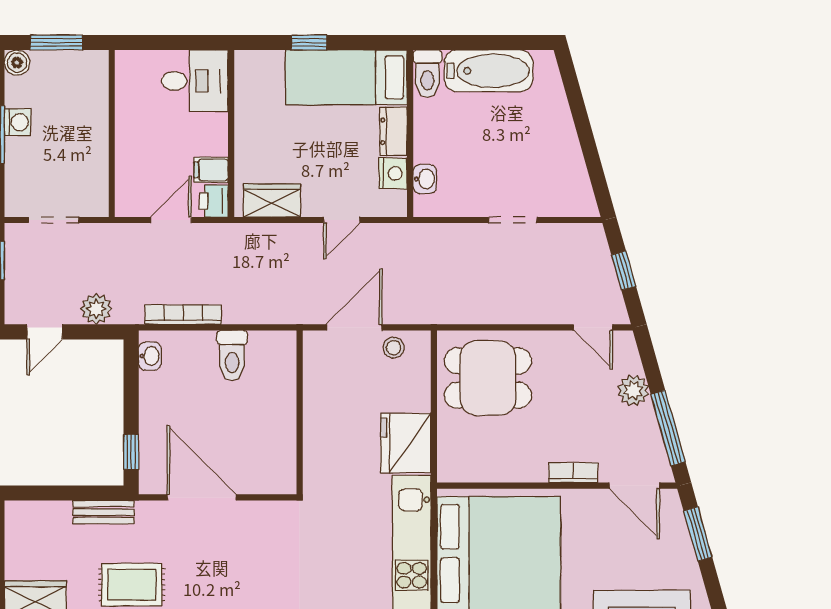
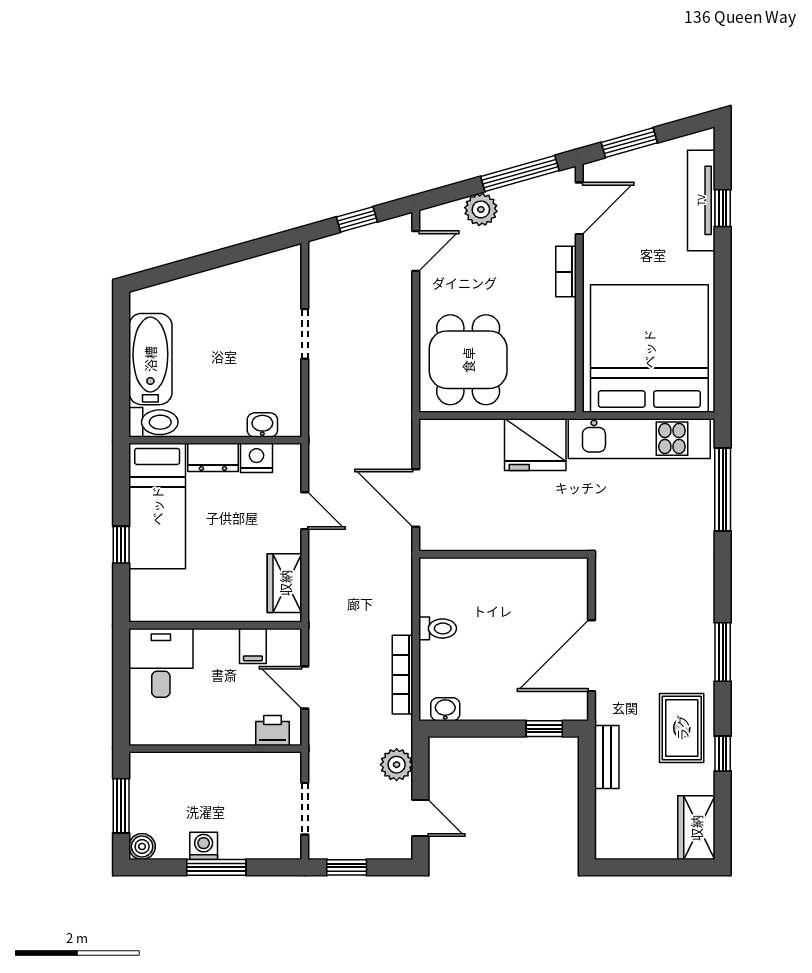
printer: (214, 201) -> (273, 731), moved, turned 180
stool: (394, 348) -> (437, 457), removed
toilet: (232, 356) -> (438, 628), width x0.73, depth x0.72

